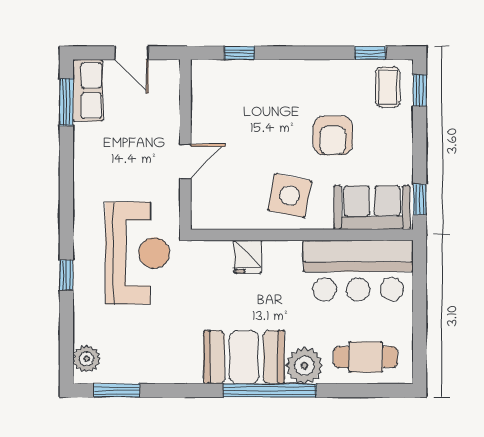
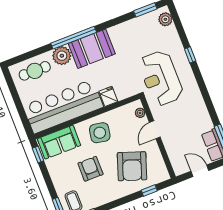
armchair: (254, 110) -> (132, 166), added
plant: (201, 203) -> (140, 113), added
bar counter: (358, 271) -> (63, 106), width x1.36

